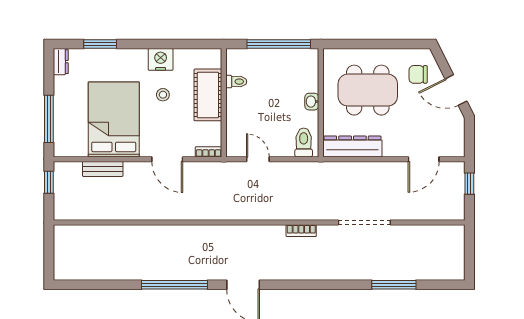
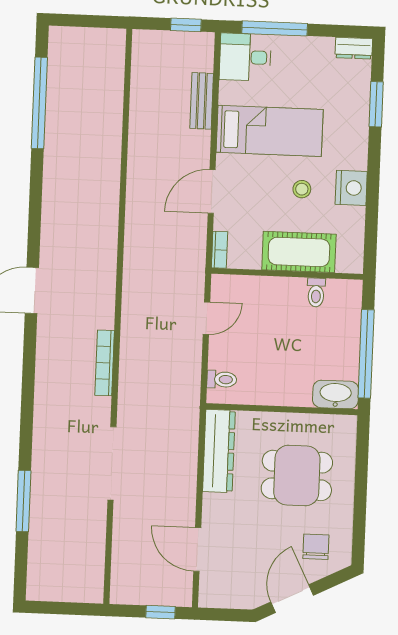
dining table: (368, 90) -> (297, 475), width x0.73
washbasin: (312, 102) -> (336, 394), moved, width x1.91, depth x1.45
bed: (114, 119) -> (270, 131), width x0.67
desk: (70, 139) -> (245, 57), added
toilet: (304, 142) -> (222, 379), width x0.73, depth x0.72
bookcase: (301, 231) -> (105, 363), width x1.56
window: (174, 285) -> (39, 103), moved

